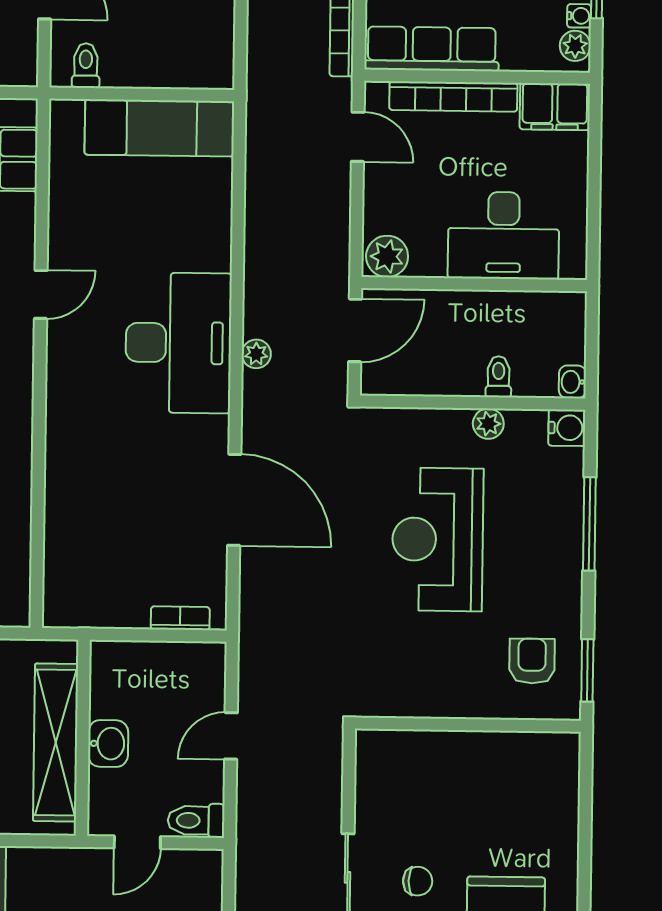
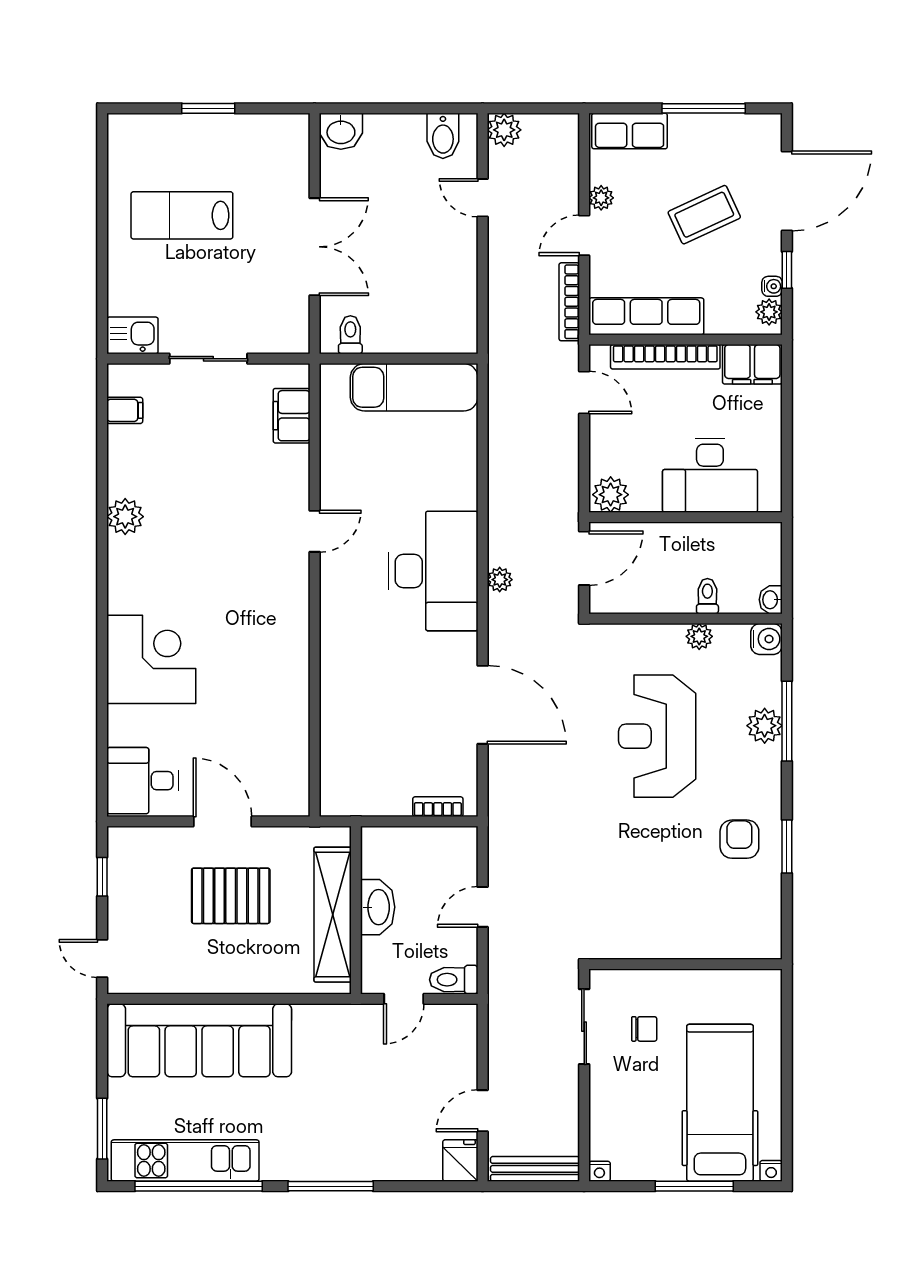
plant: (563, 529) -> (765, 726), added
wall: (468, 725) -> (685, 964), moved
washbasin: (108, 744) -> (378, 907), width x1.38

